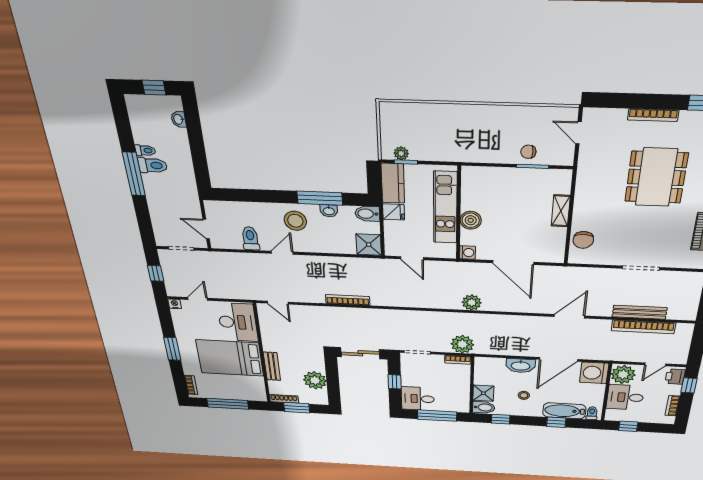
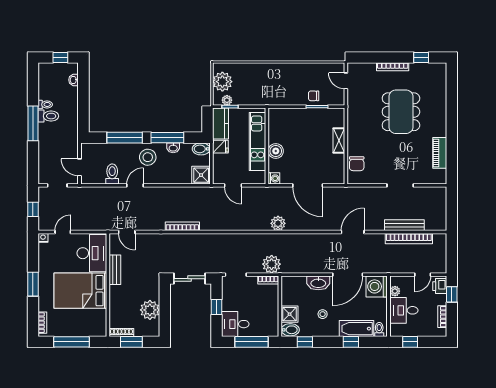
plant: (394, 128) -> (222, 82), added
window: (261, 196) -> (125, 138), added
bench: (272, 366) -> (115, 270), moved
plant: (623, 375) -> (395, 291), width x0.53, depth x0.53

